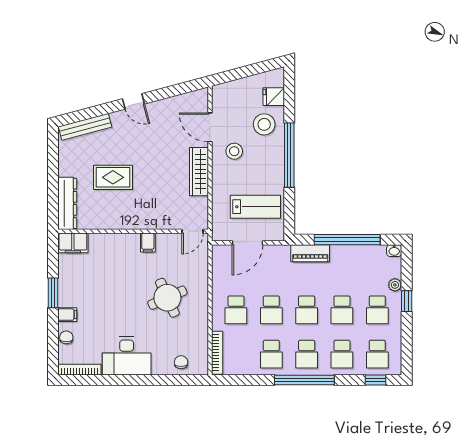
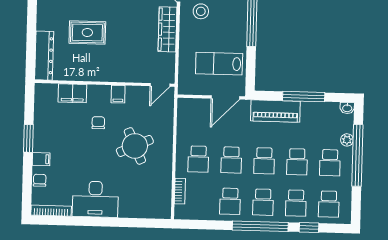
lab bench: (255, 207) -> (219, 64), turned 180
window: (347, 240) -> (304, 97), width x0.68
filing cabinet: (73, 243) -> (72, 93), moved
door: (248, 243) -> (225, 97), moved
piano: (310, 253) -> (275, 111), width x1.37, depth x1.33
window: (407, 301) -> (357, 155), width x3.17
bookcase: (217, 353) -> (180, 191), width x0.64
chair: (181, 362) -> (98, 123), moved
window: (375, 380) -> (309, 228), moved

